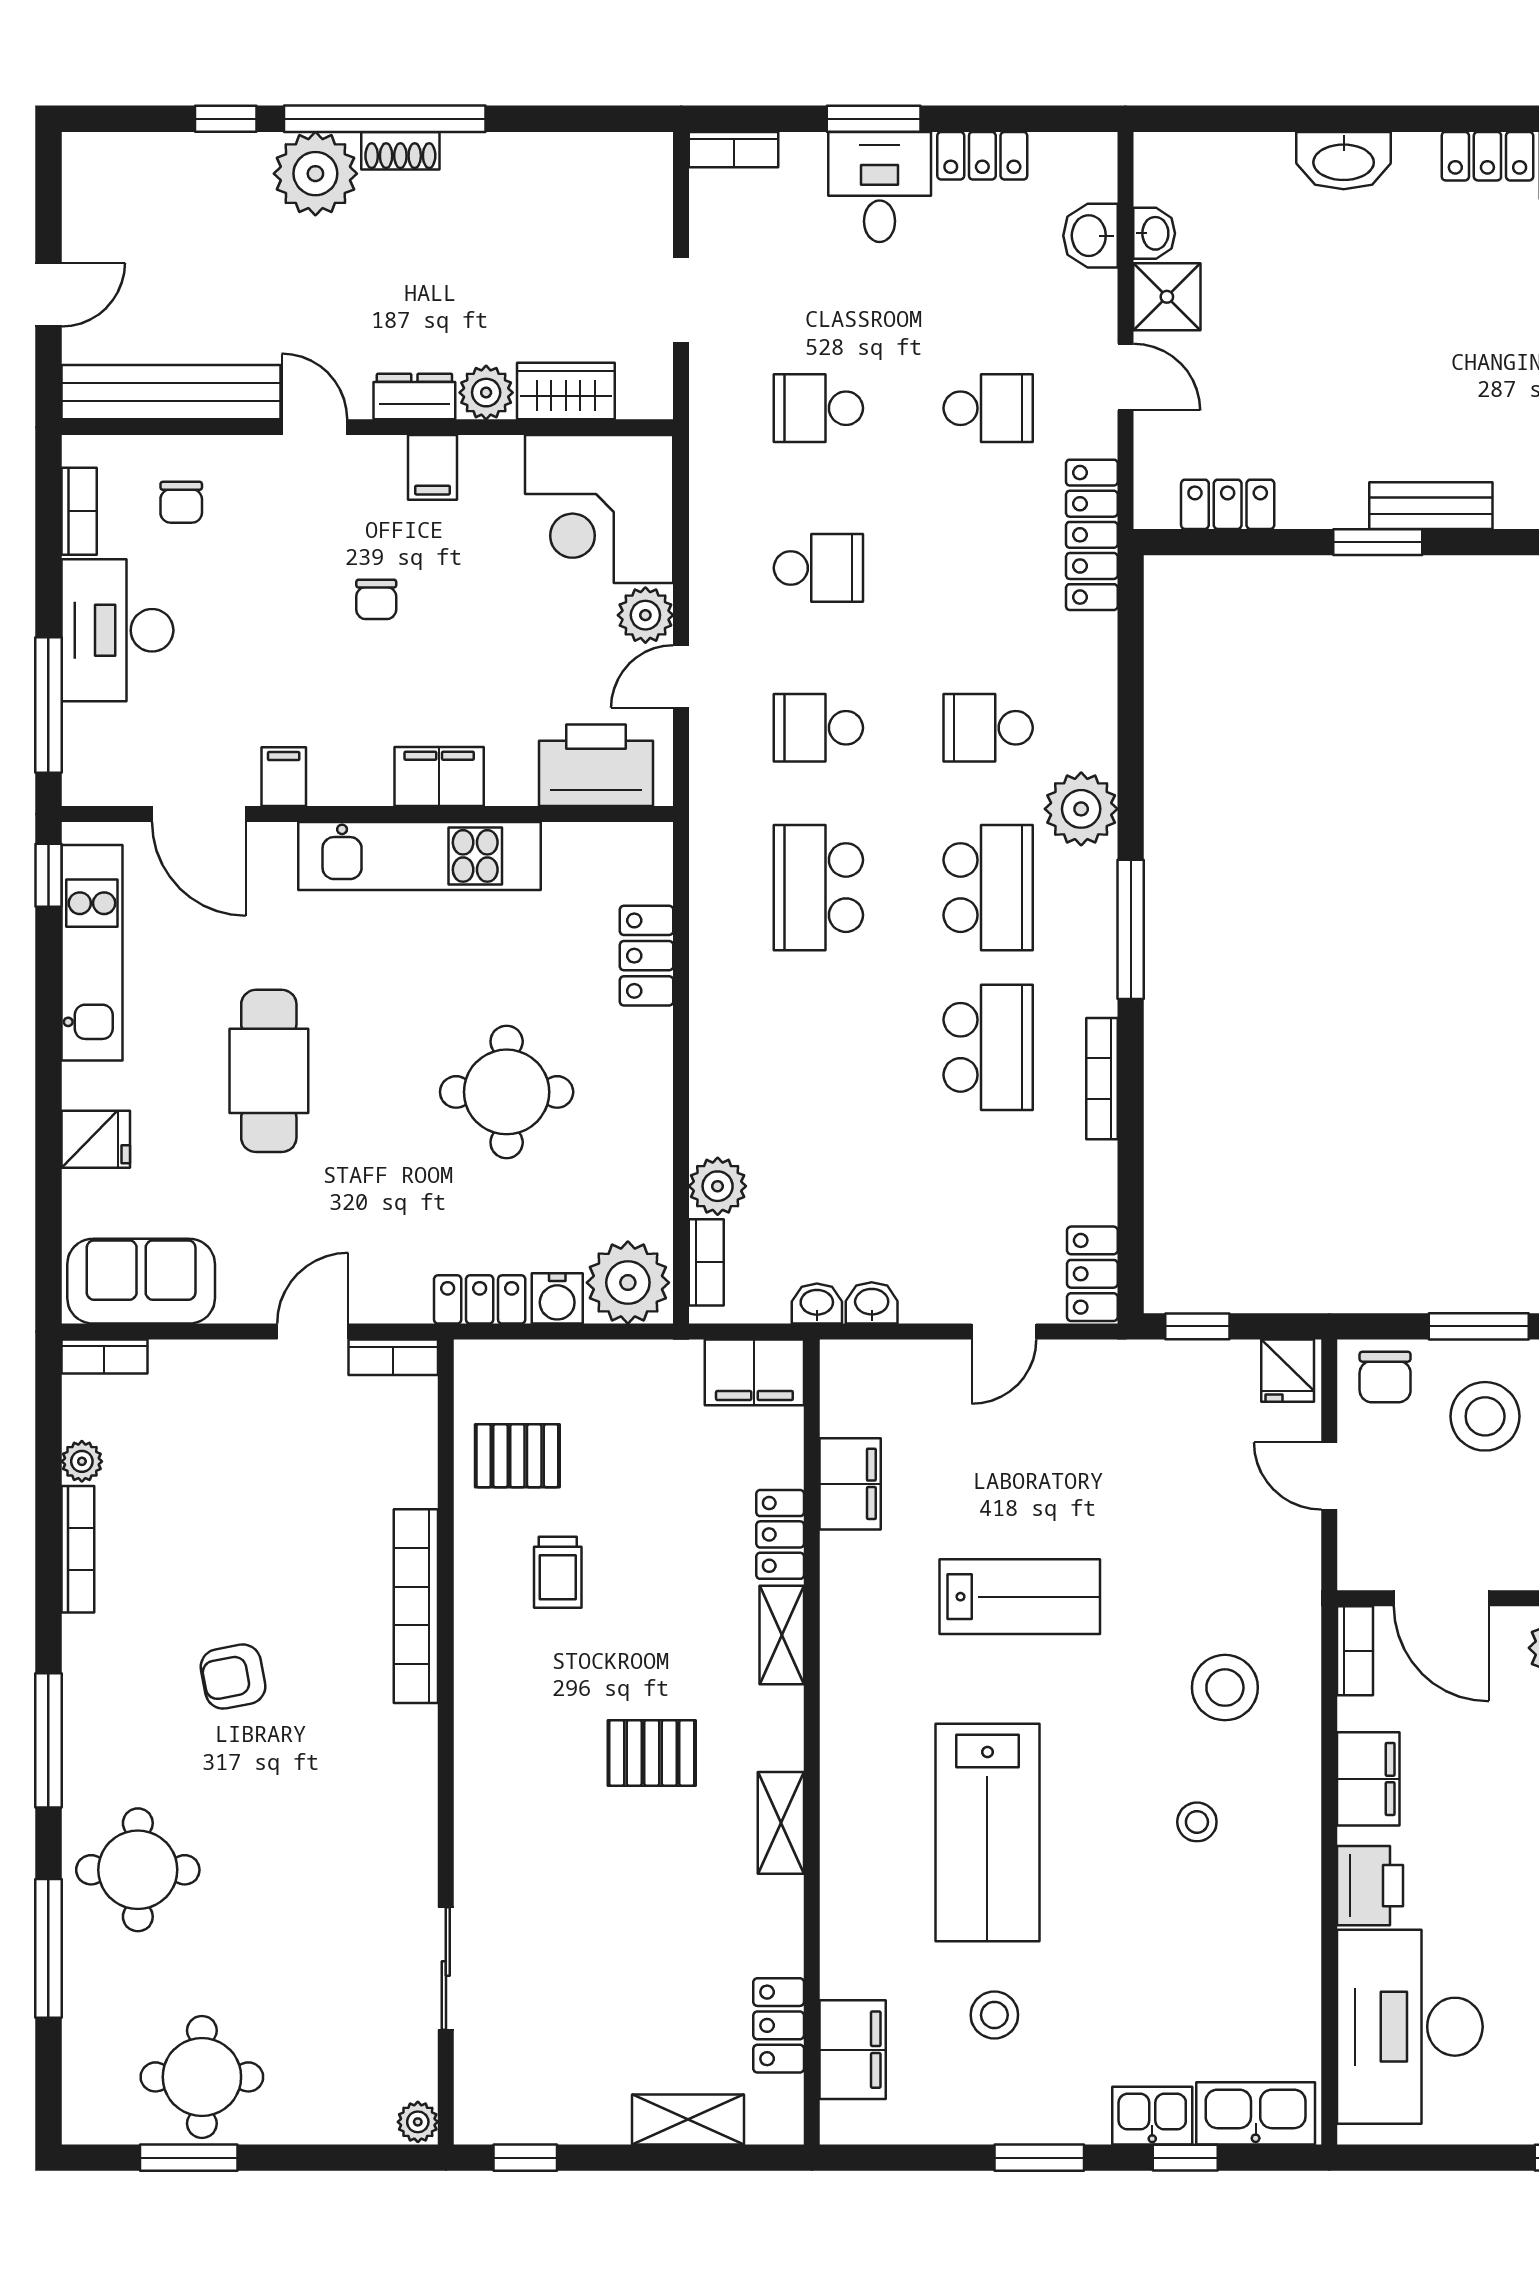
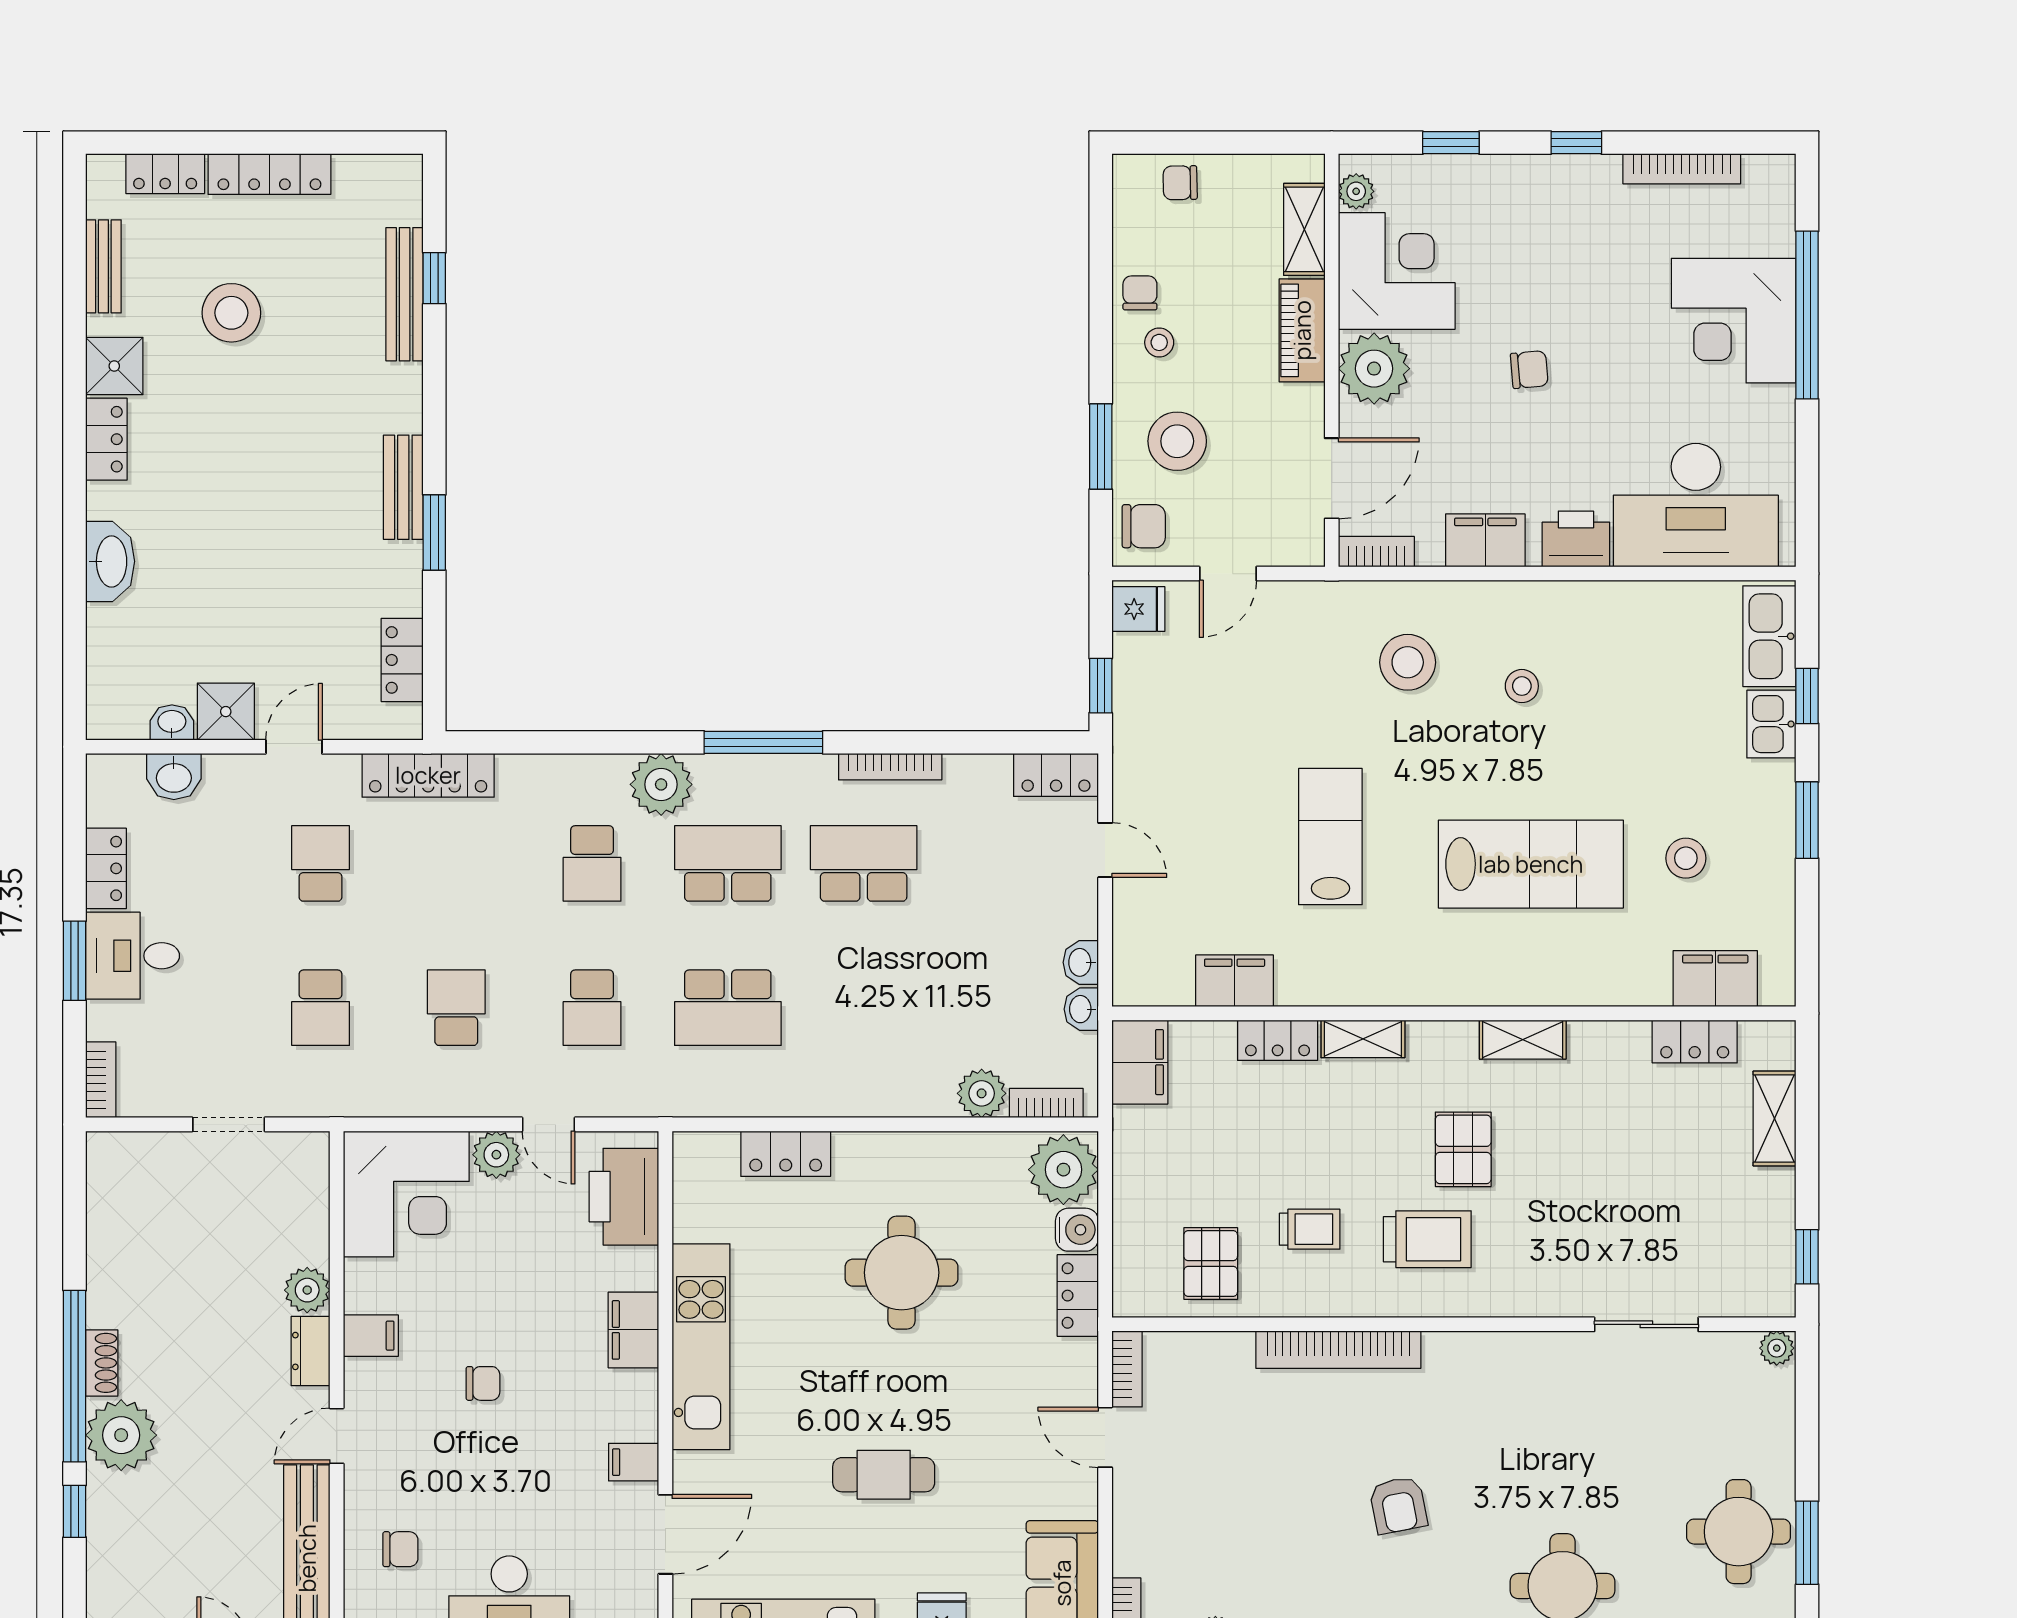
wardrobe: (566, 391) -> (306, 1222), removed
cafe table: (269, 1071) -> (884, 1475), width x0.73, depth x0.74
trolley: (546, 1711) -> (1427, 1239), added

